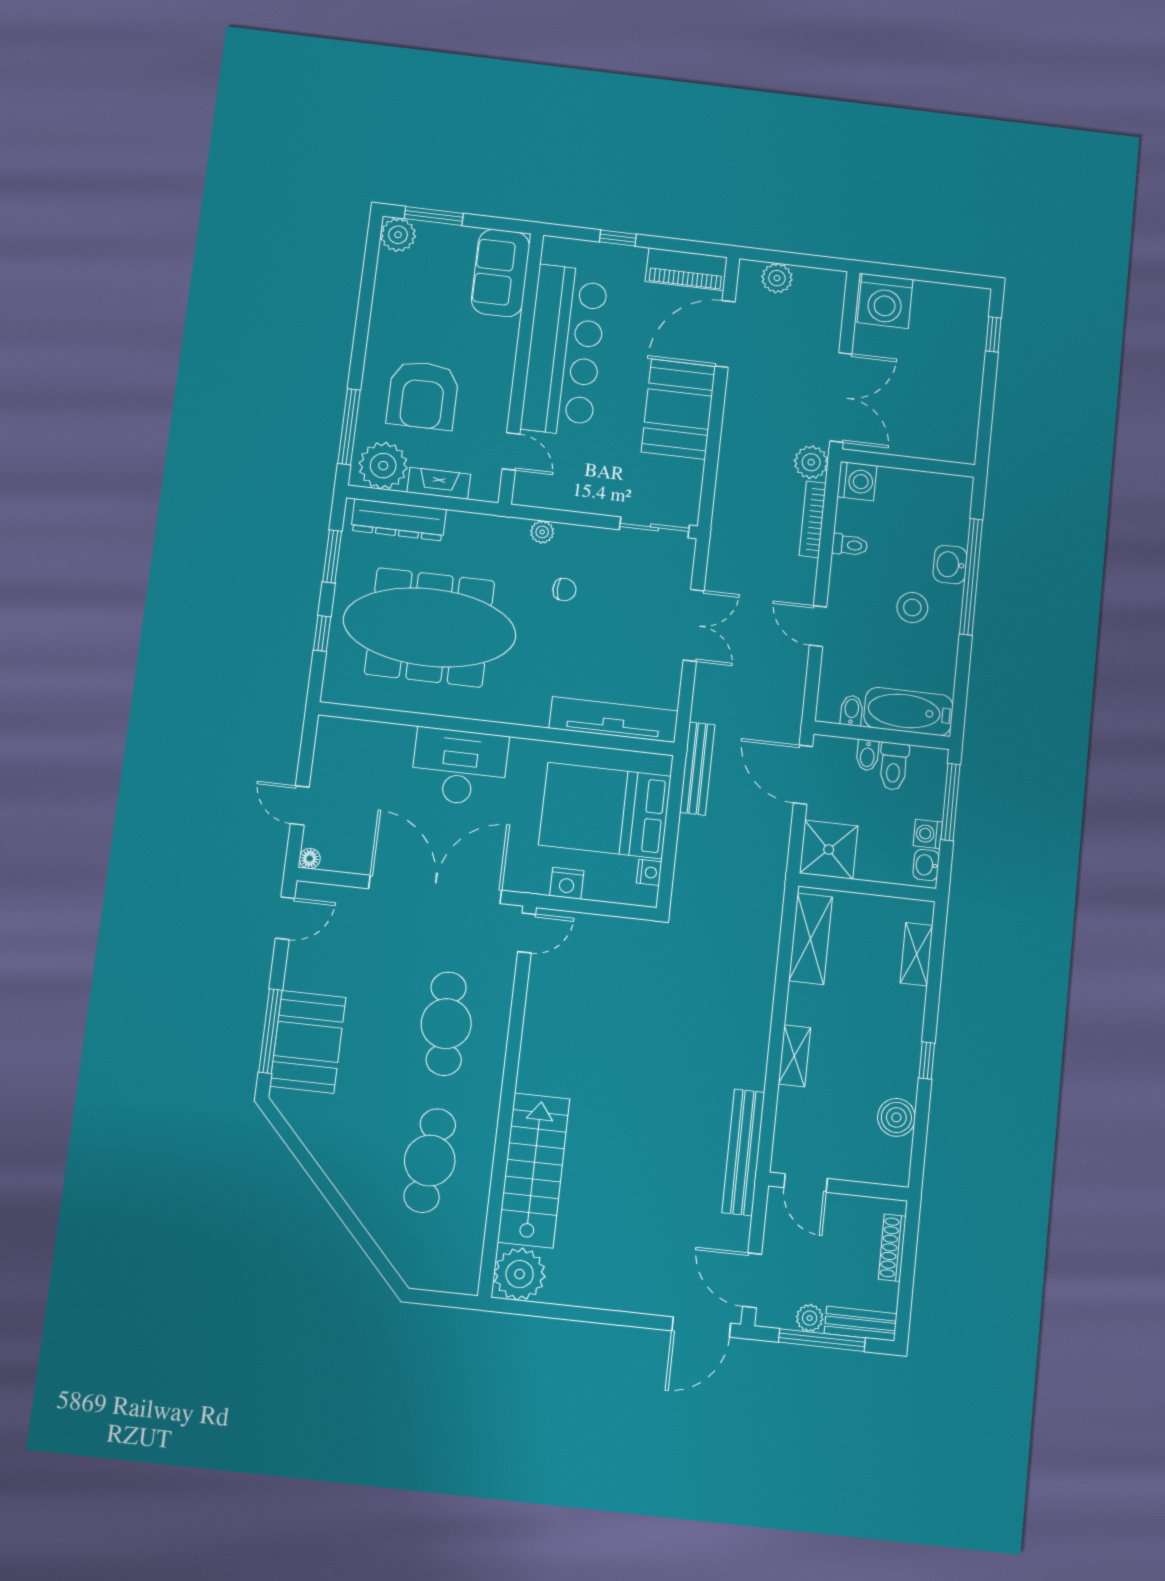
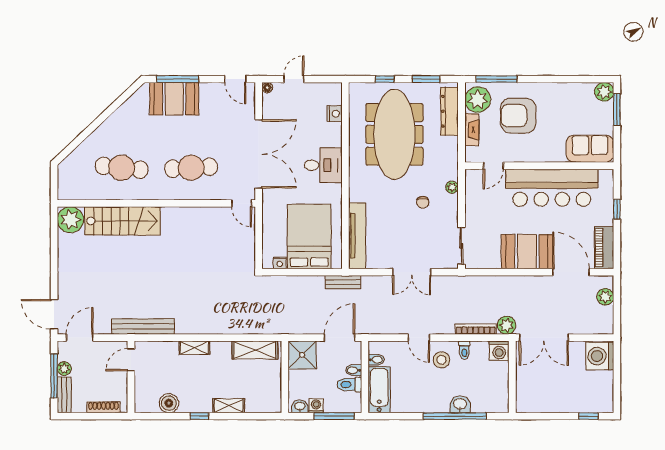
stool: (912, 608) -> (441, 360), moved
door: (818, 626) -> (419, 338), swing flipped
desk: (459, 767) -> (323, 165), width x0.73
bench: (697, 769) -> (343, 282), width x0.73
nightstand: (567, 883) -> (335, 114), moved, turned 180
shelving: (917, 954) -> (229, 406), moved

